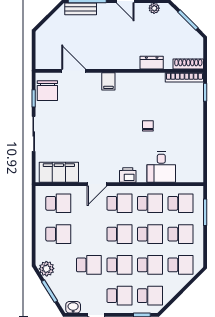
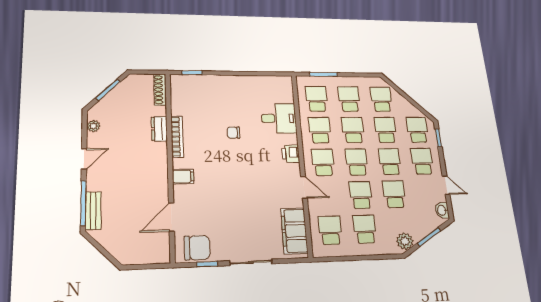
bookcase: (184, 77) -> (177, 137), moved
school desk: (89, 234) -> (361, 195), added

